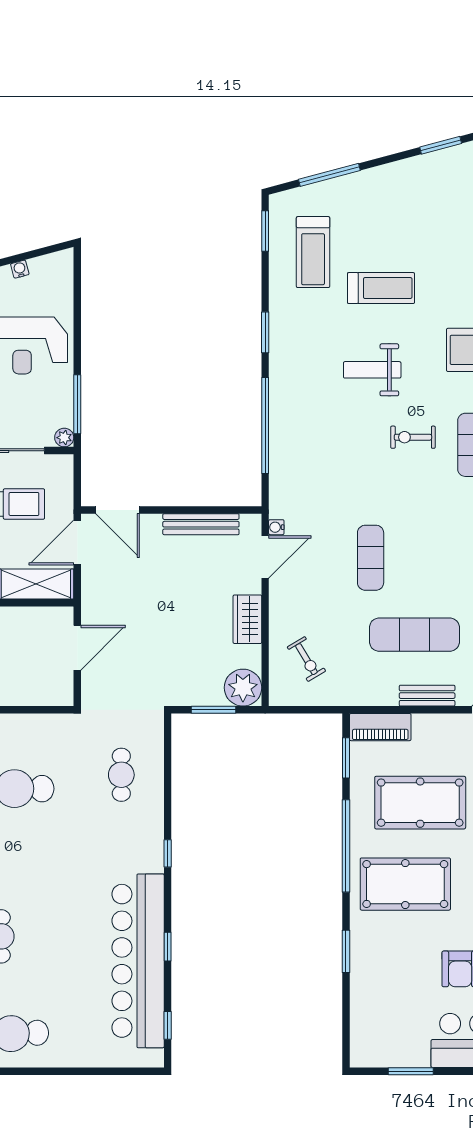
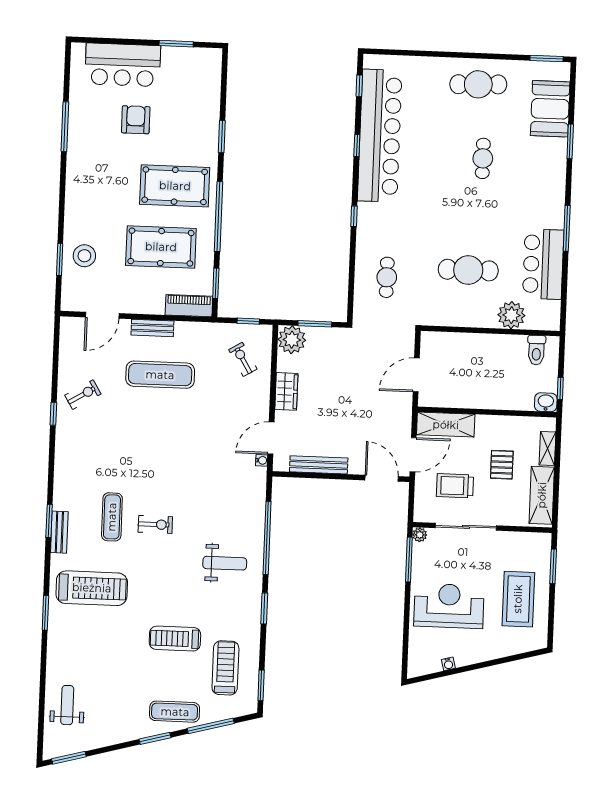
window: (441, 145) -> (155, 738), moved
weight bench: (372, 370) -> (225, 563), moved
exercise mat: (371, 558) -> (175, 712), moved, turned 90
window: (301, 710) -> (248, 321), added

